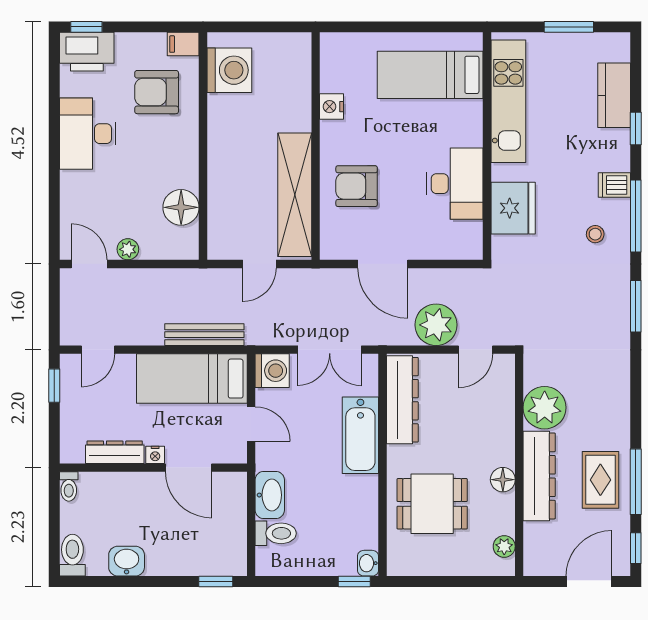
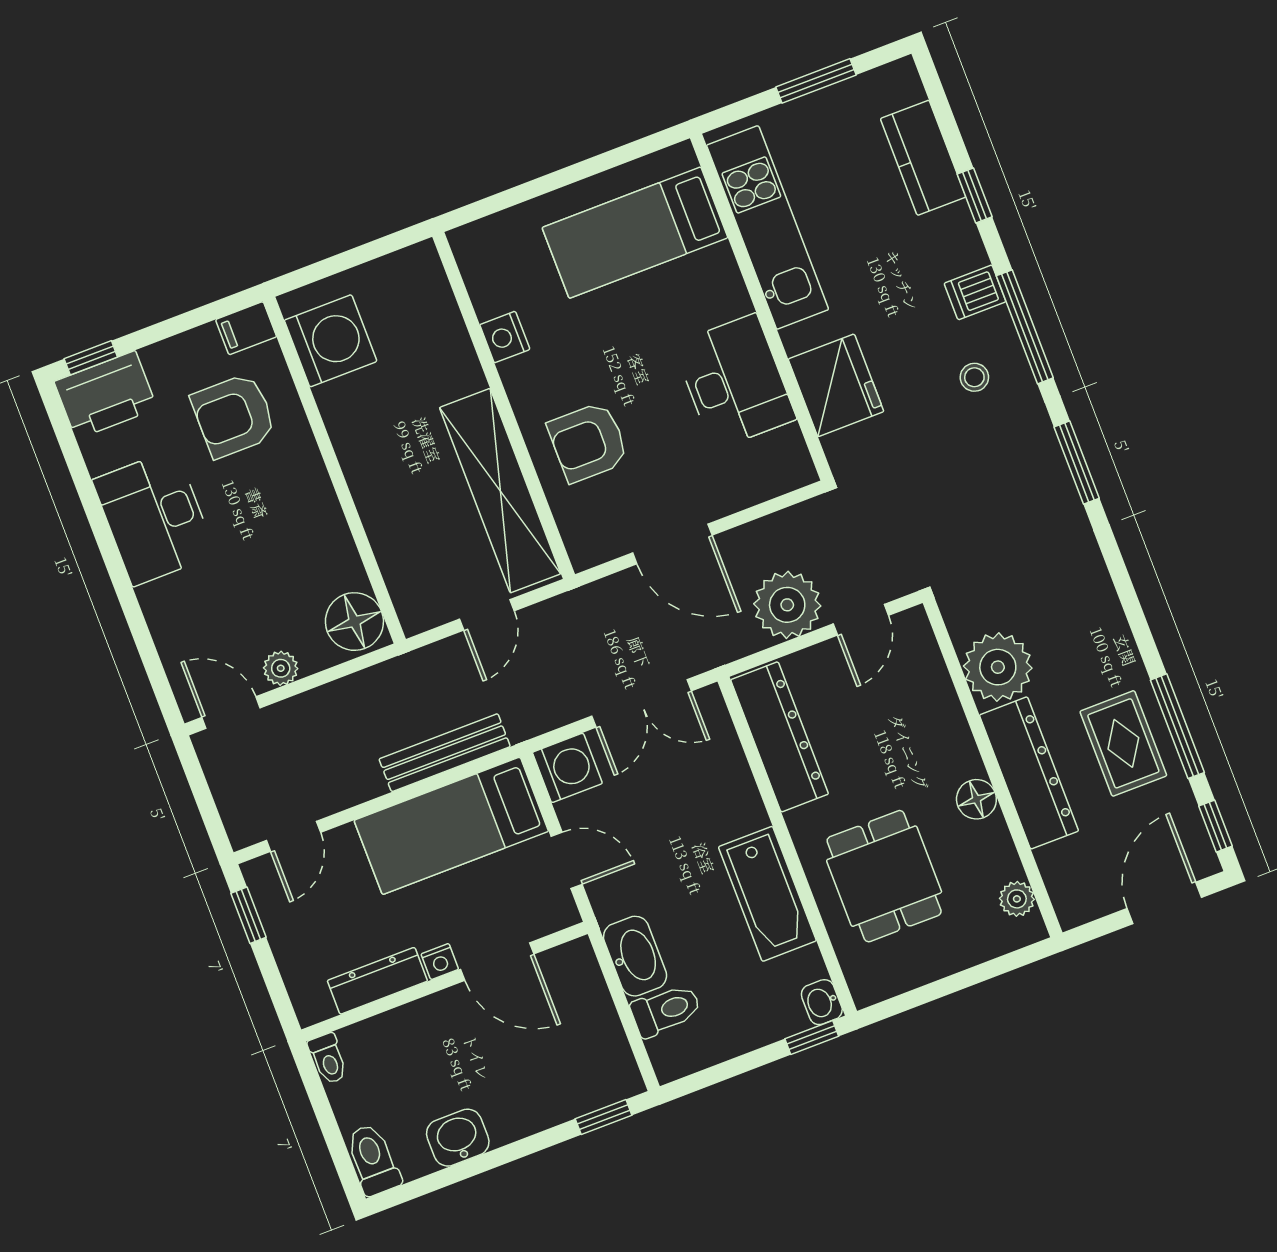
floor lamp: (181, 207) -> (354, 622), moved
bathtub: (360, 435) -> (767, 894), moved
dining table: (432, 504) -> (884, 876), turned 90

